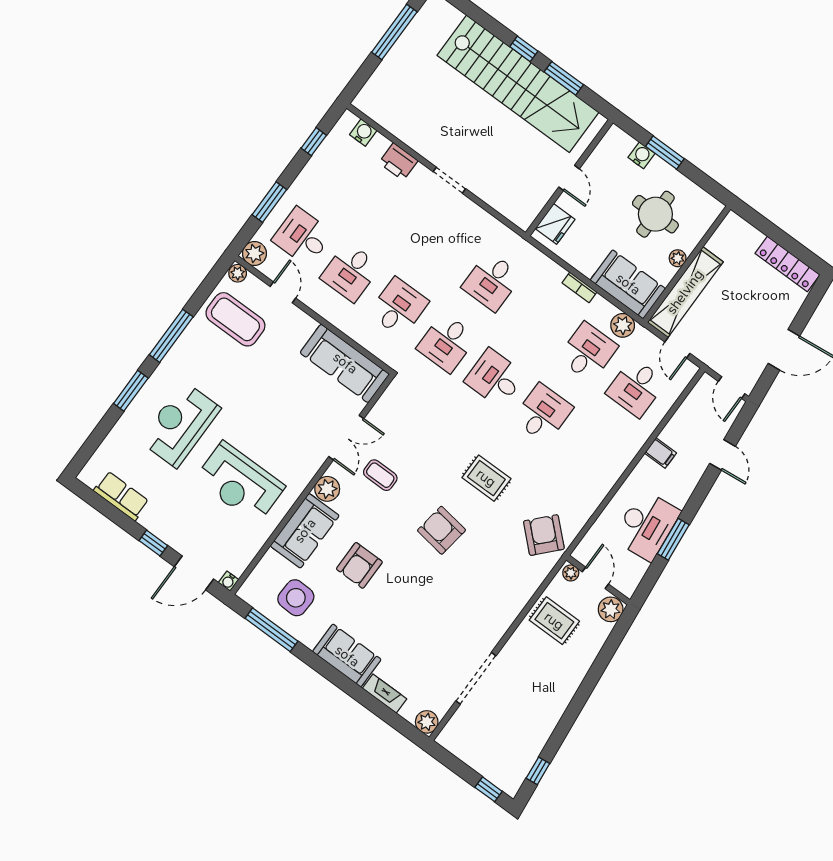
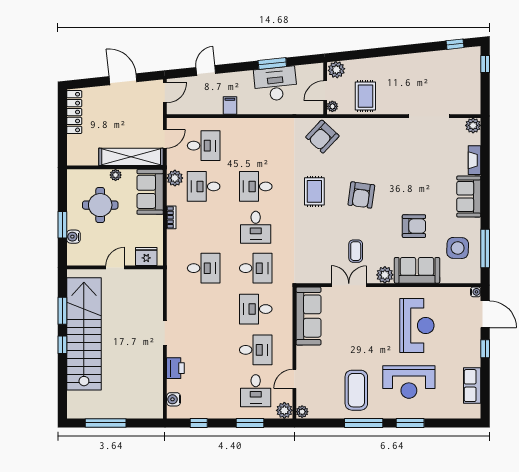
coffee table: (235, 319) -> (356, 390), moved

